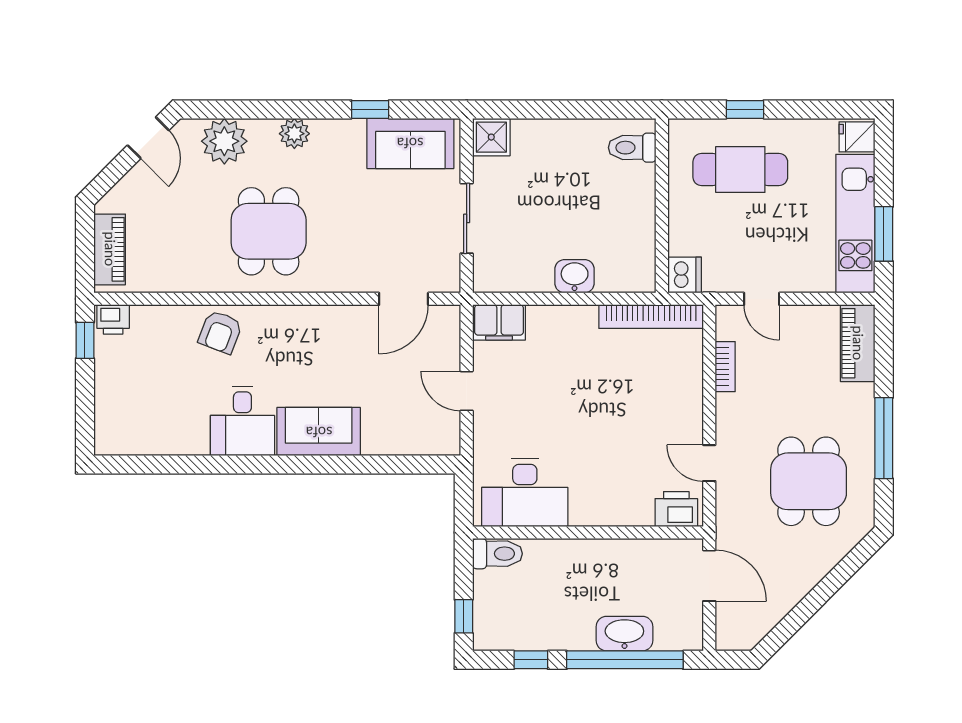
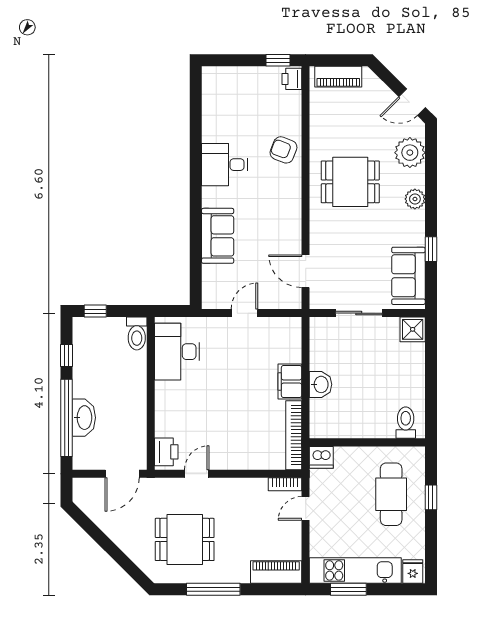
filing cabinet: (499, 322) -> (290, 381), moved
bookcase: (725, 367) -> (285, 484), moved
sofa: (319, 432) -> (218, 236), moved

